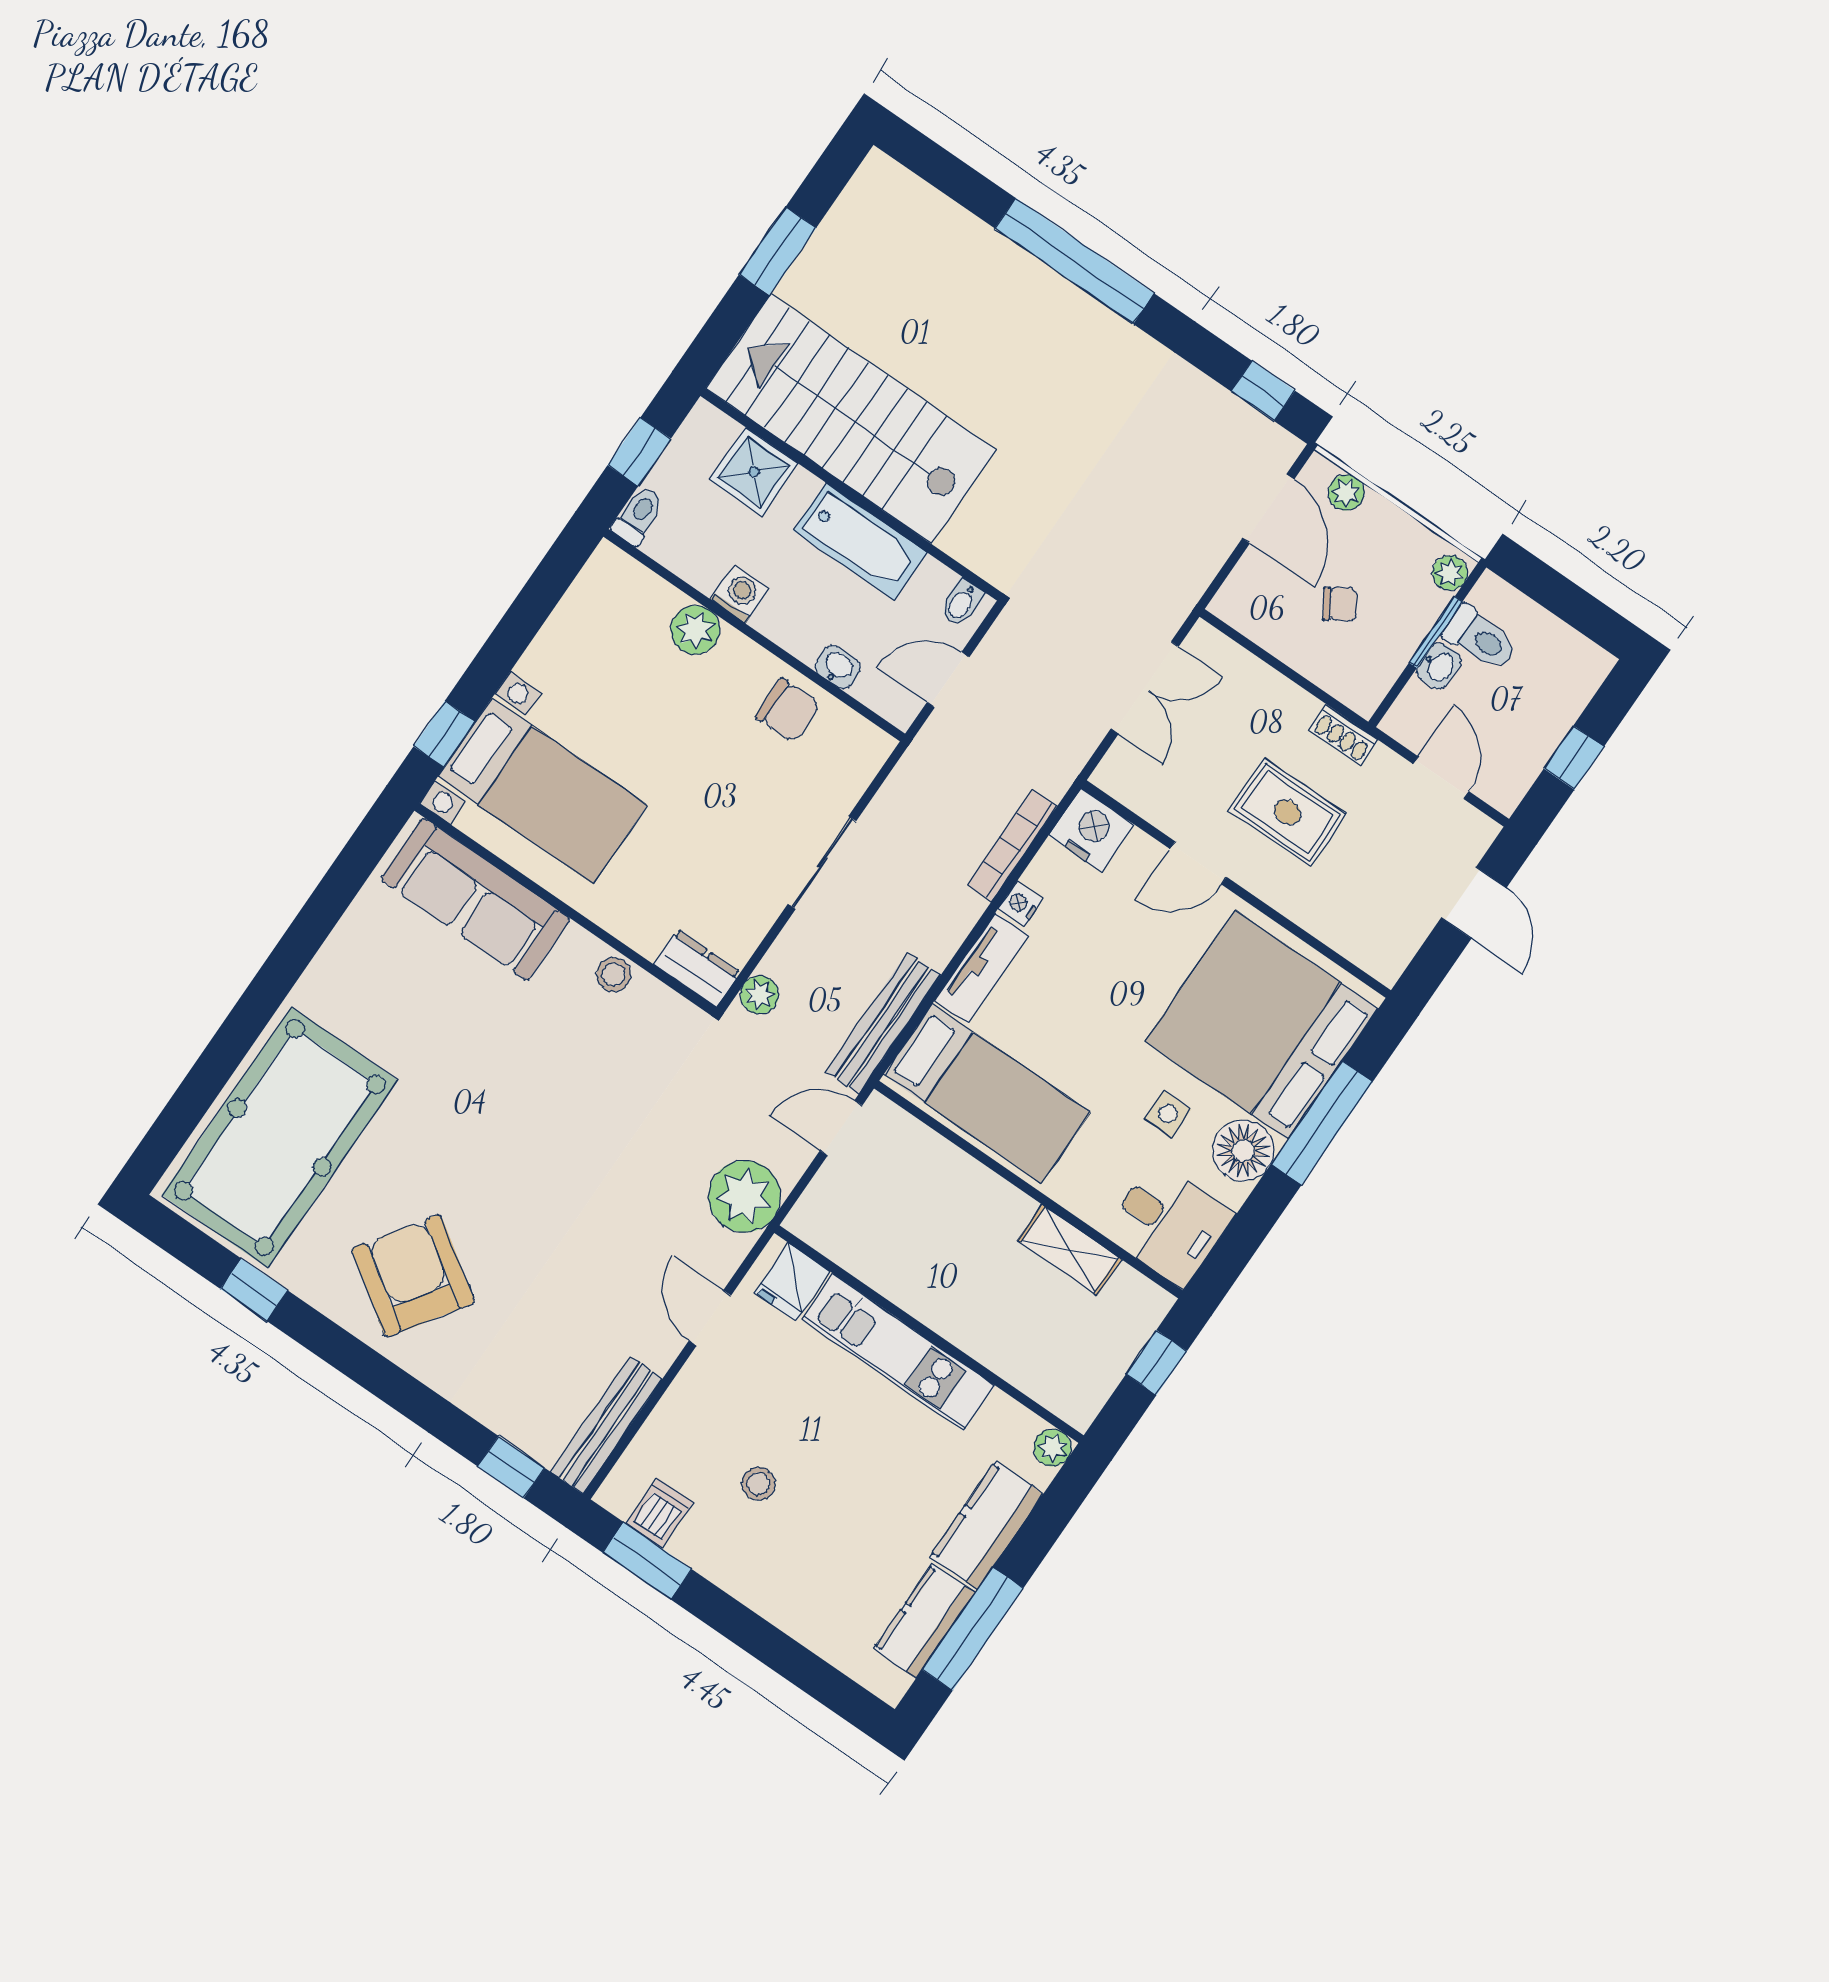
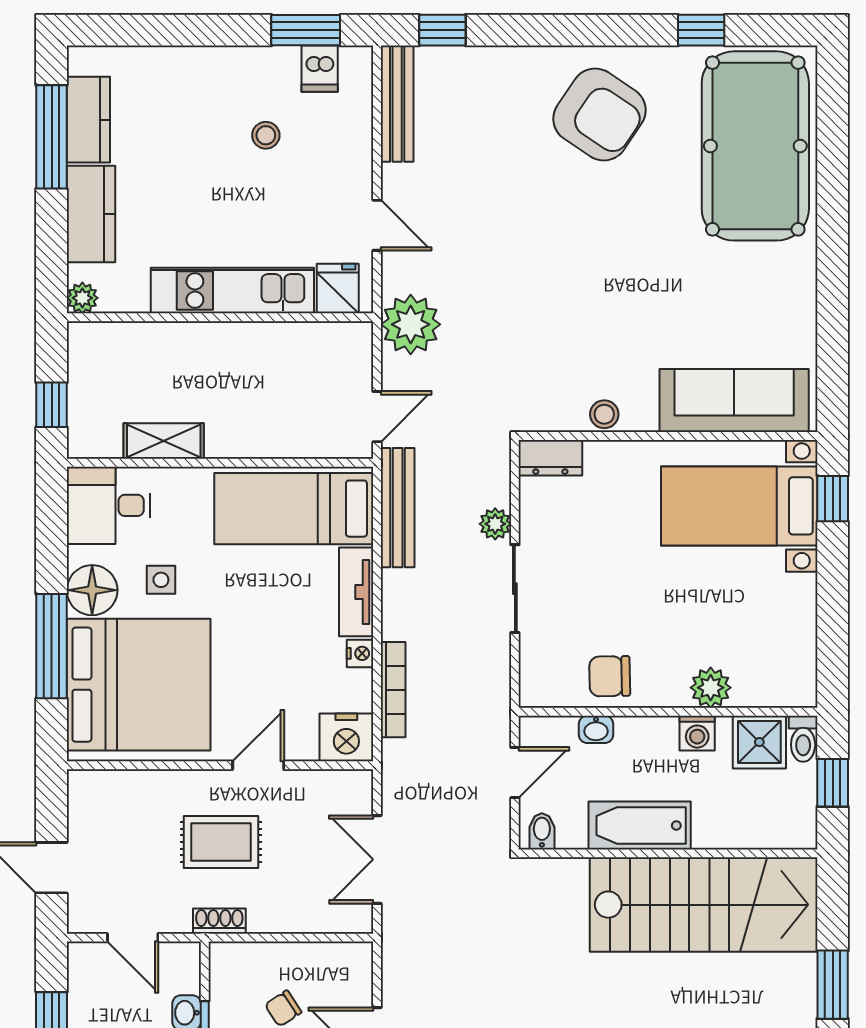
shower: (754, 472) -> (759, 742), moved
plant: (759, 995) -> (495, 524), moved

